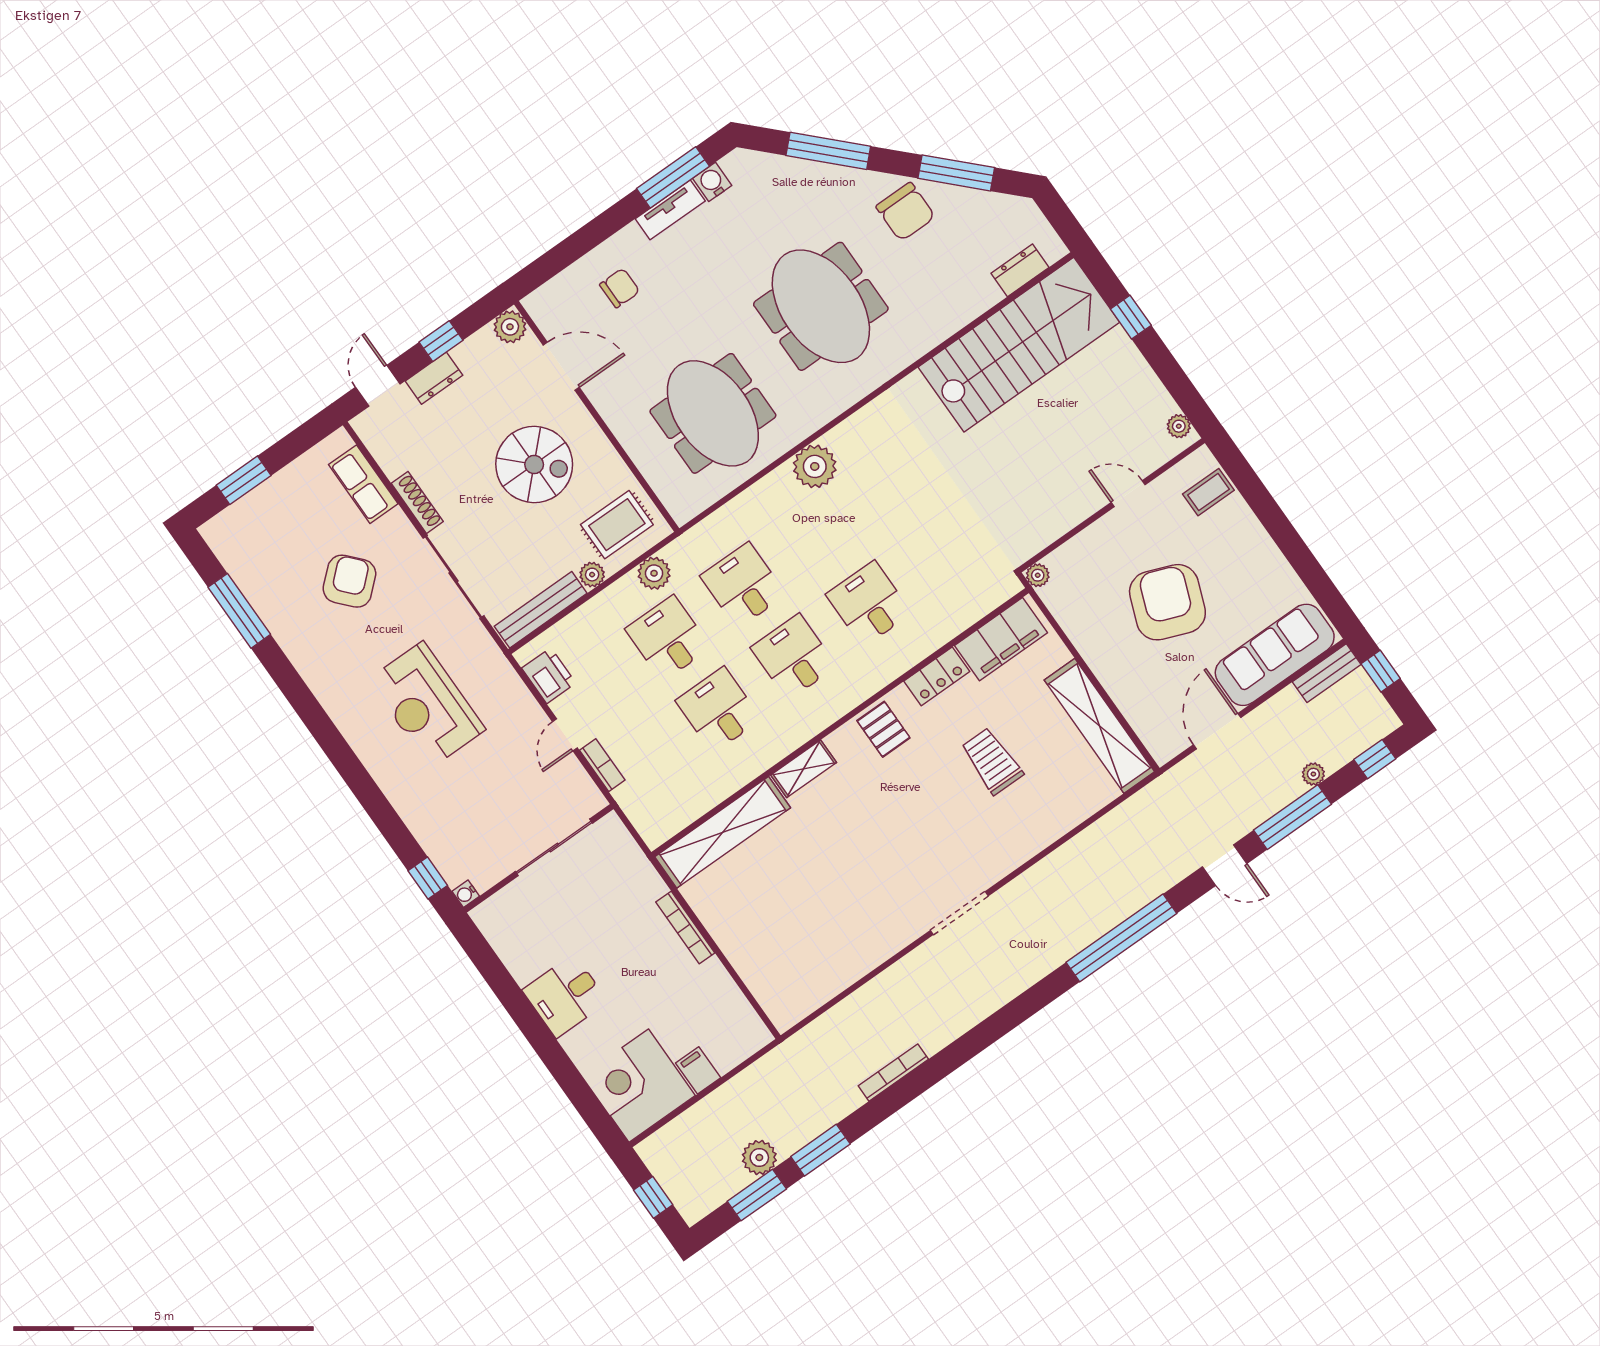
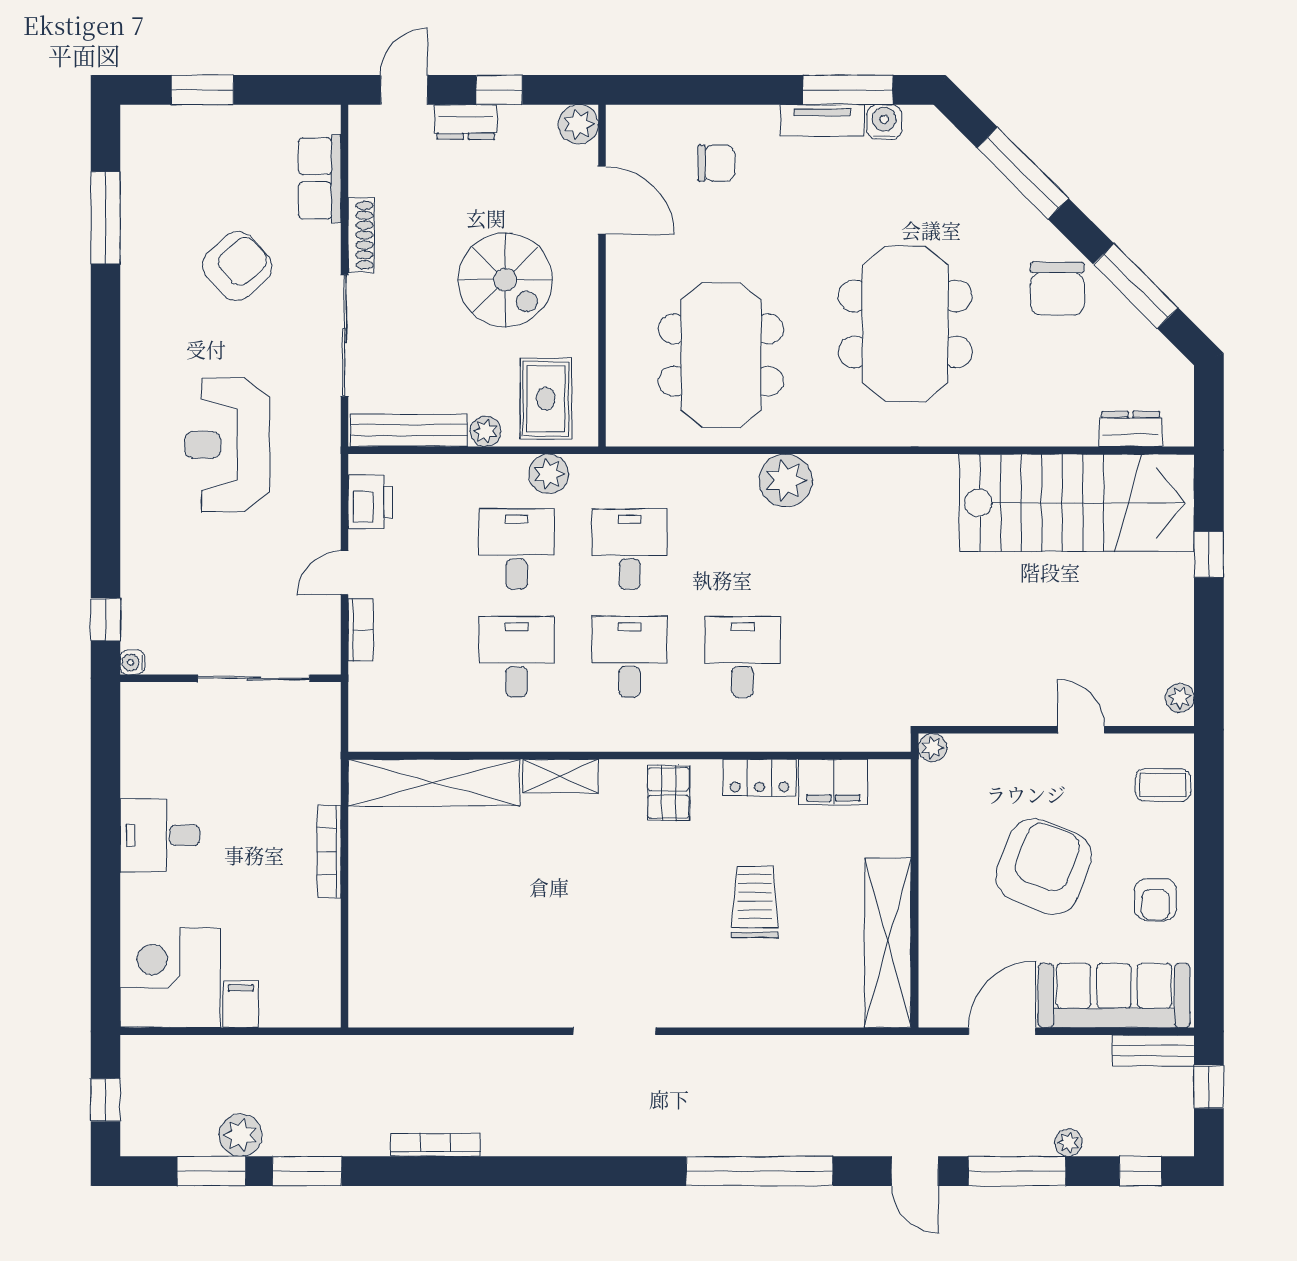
rug: (617, 525) -> (546, 399), turned 90
armchair: (1257, 572) -> (1155, 900), added
filing cabinet: (1001, 639) -> (833, 782), width x0.67, depth x0.86

